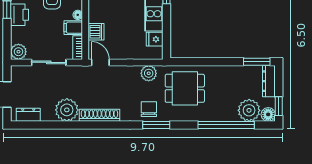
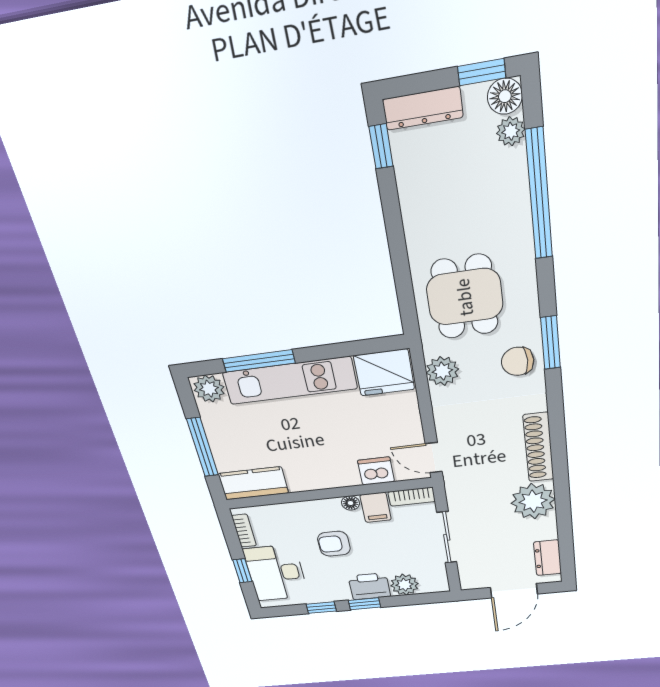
fridge: (155, 39) -> (384, 373), width x1.88, depth x1.34
plant: (18, 52) -> (404, 585), moved
door: (100, 62) -> (434, 458), hinge flipped
window: (257, 62) -> (381, 146), width x0.67
plant: (249, 110) -> (511, 131), width x0.53, depth x0.53

